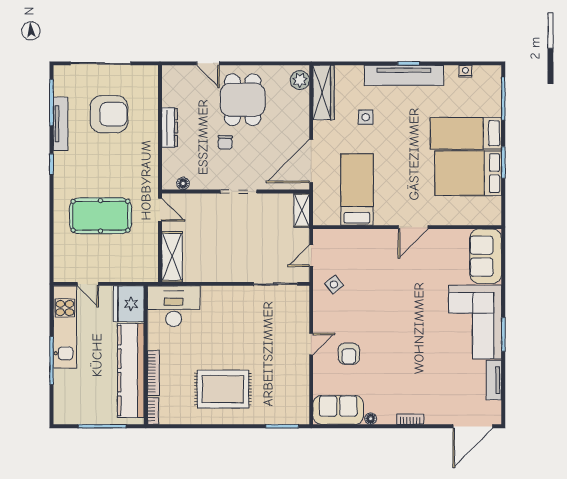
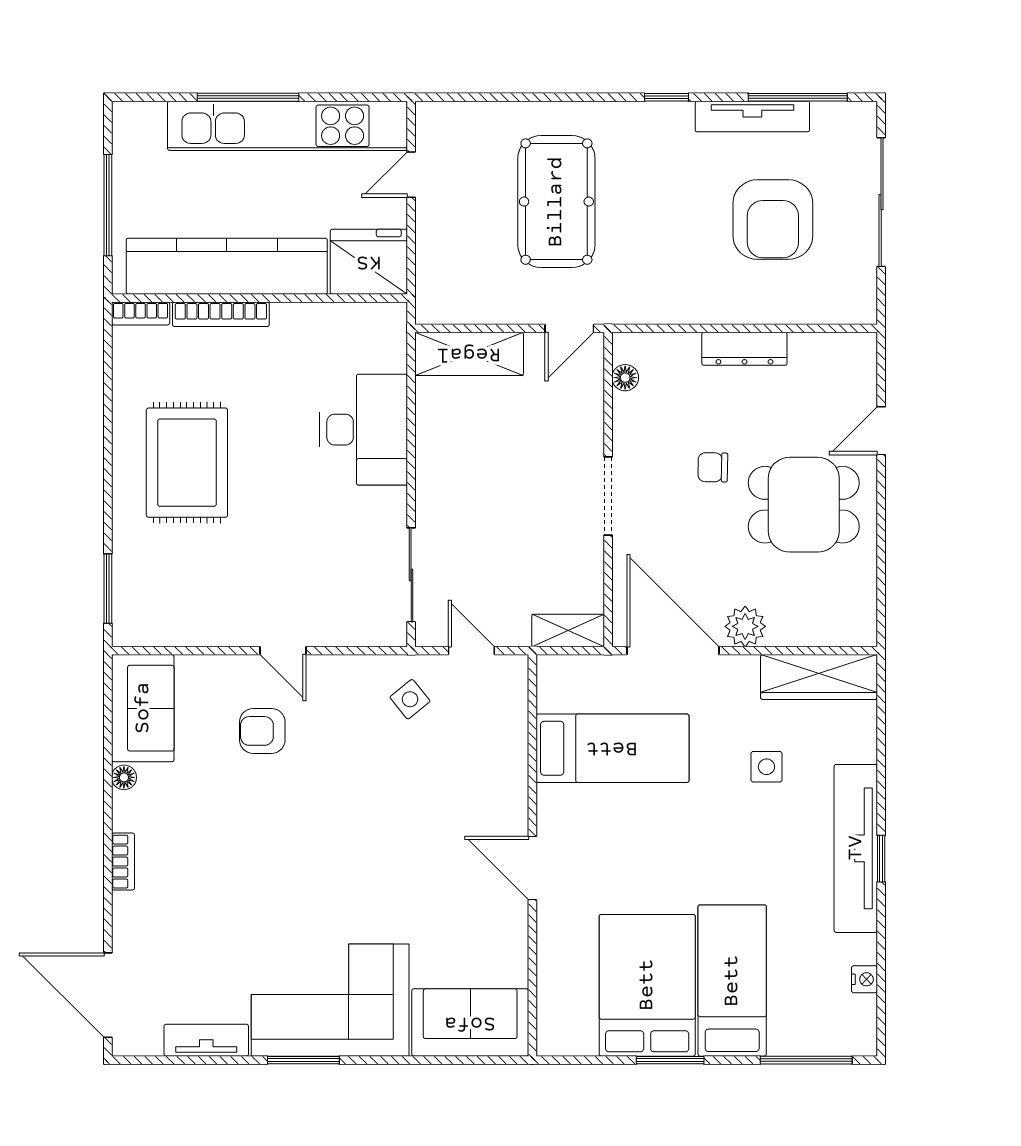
plant: (300, 80) -> (745, 626), moved
desk: (174, 306) -> (364, 430), moved
kitchen unit: (65, 327) -> (287, 126), width x1.36

